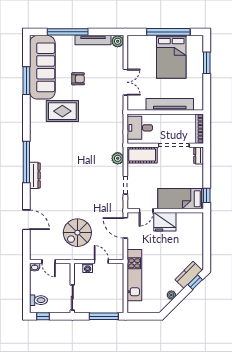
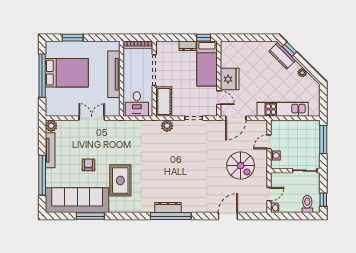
dresser: (199, 156) -> (188, 46), moved
dresser: (35, 175) -> (168, 208), moved

